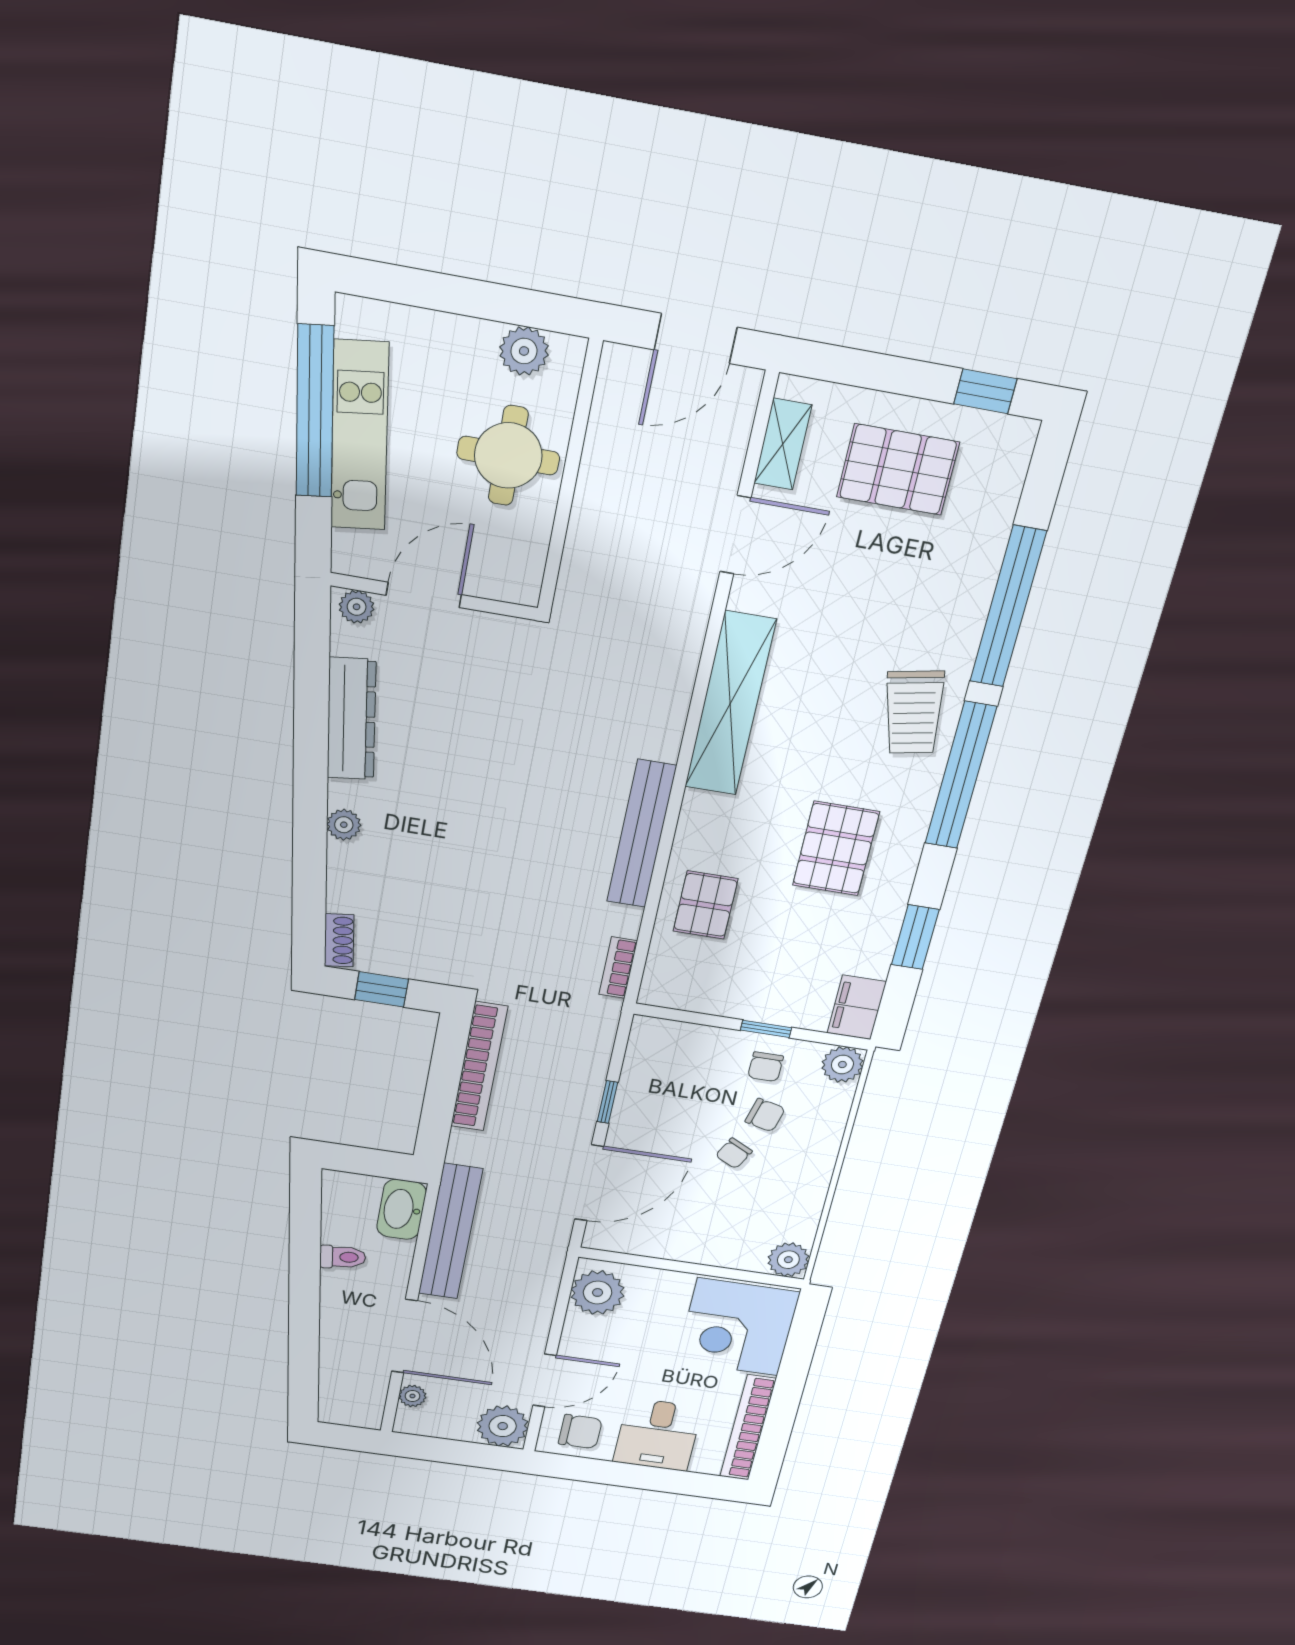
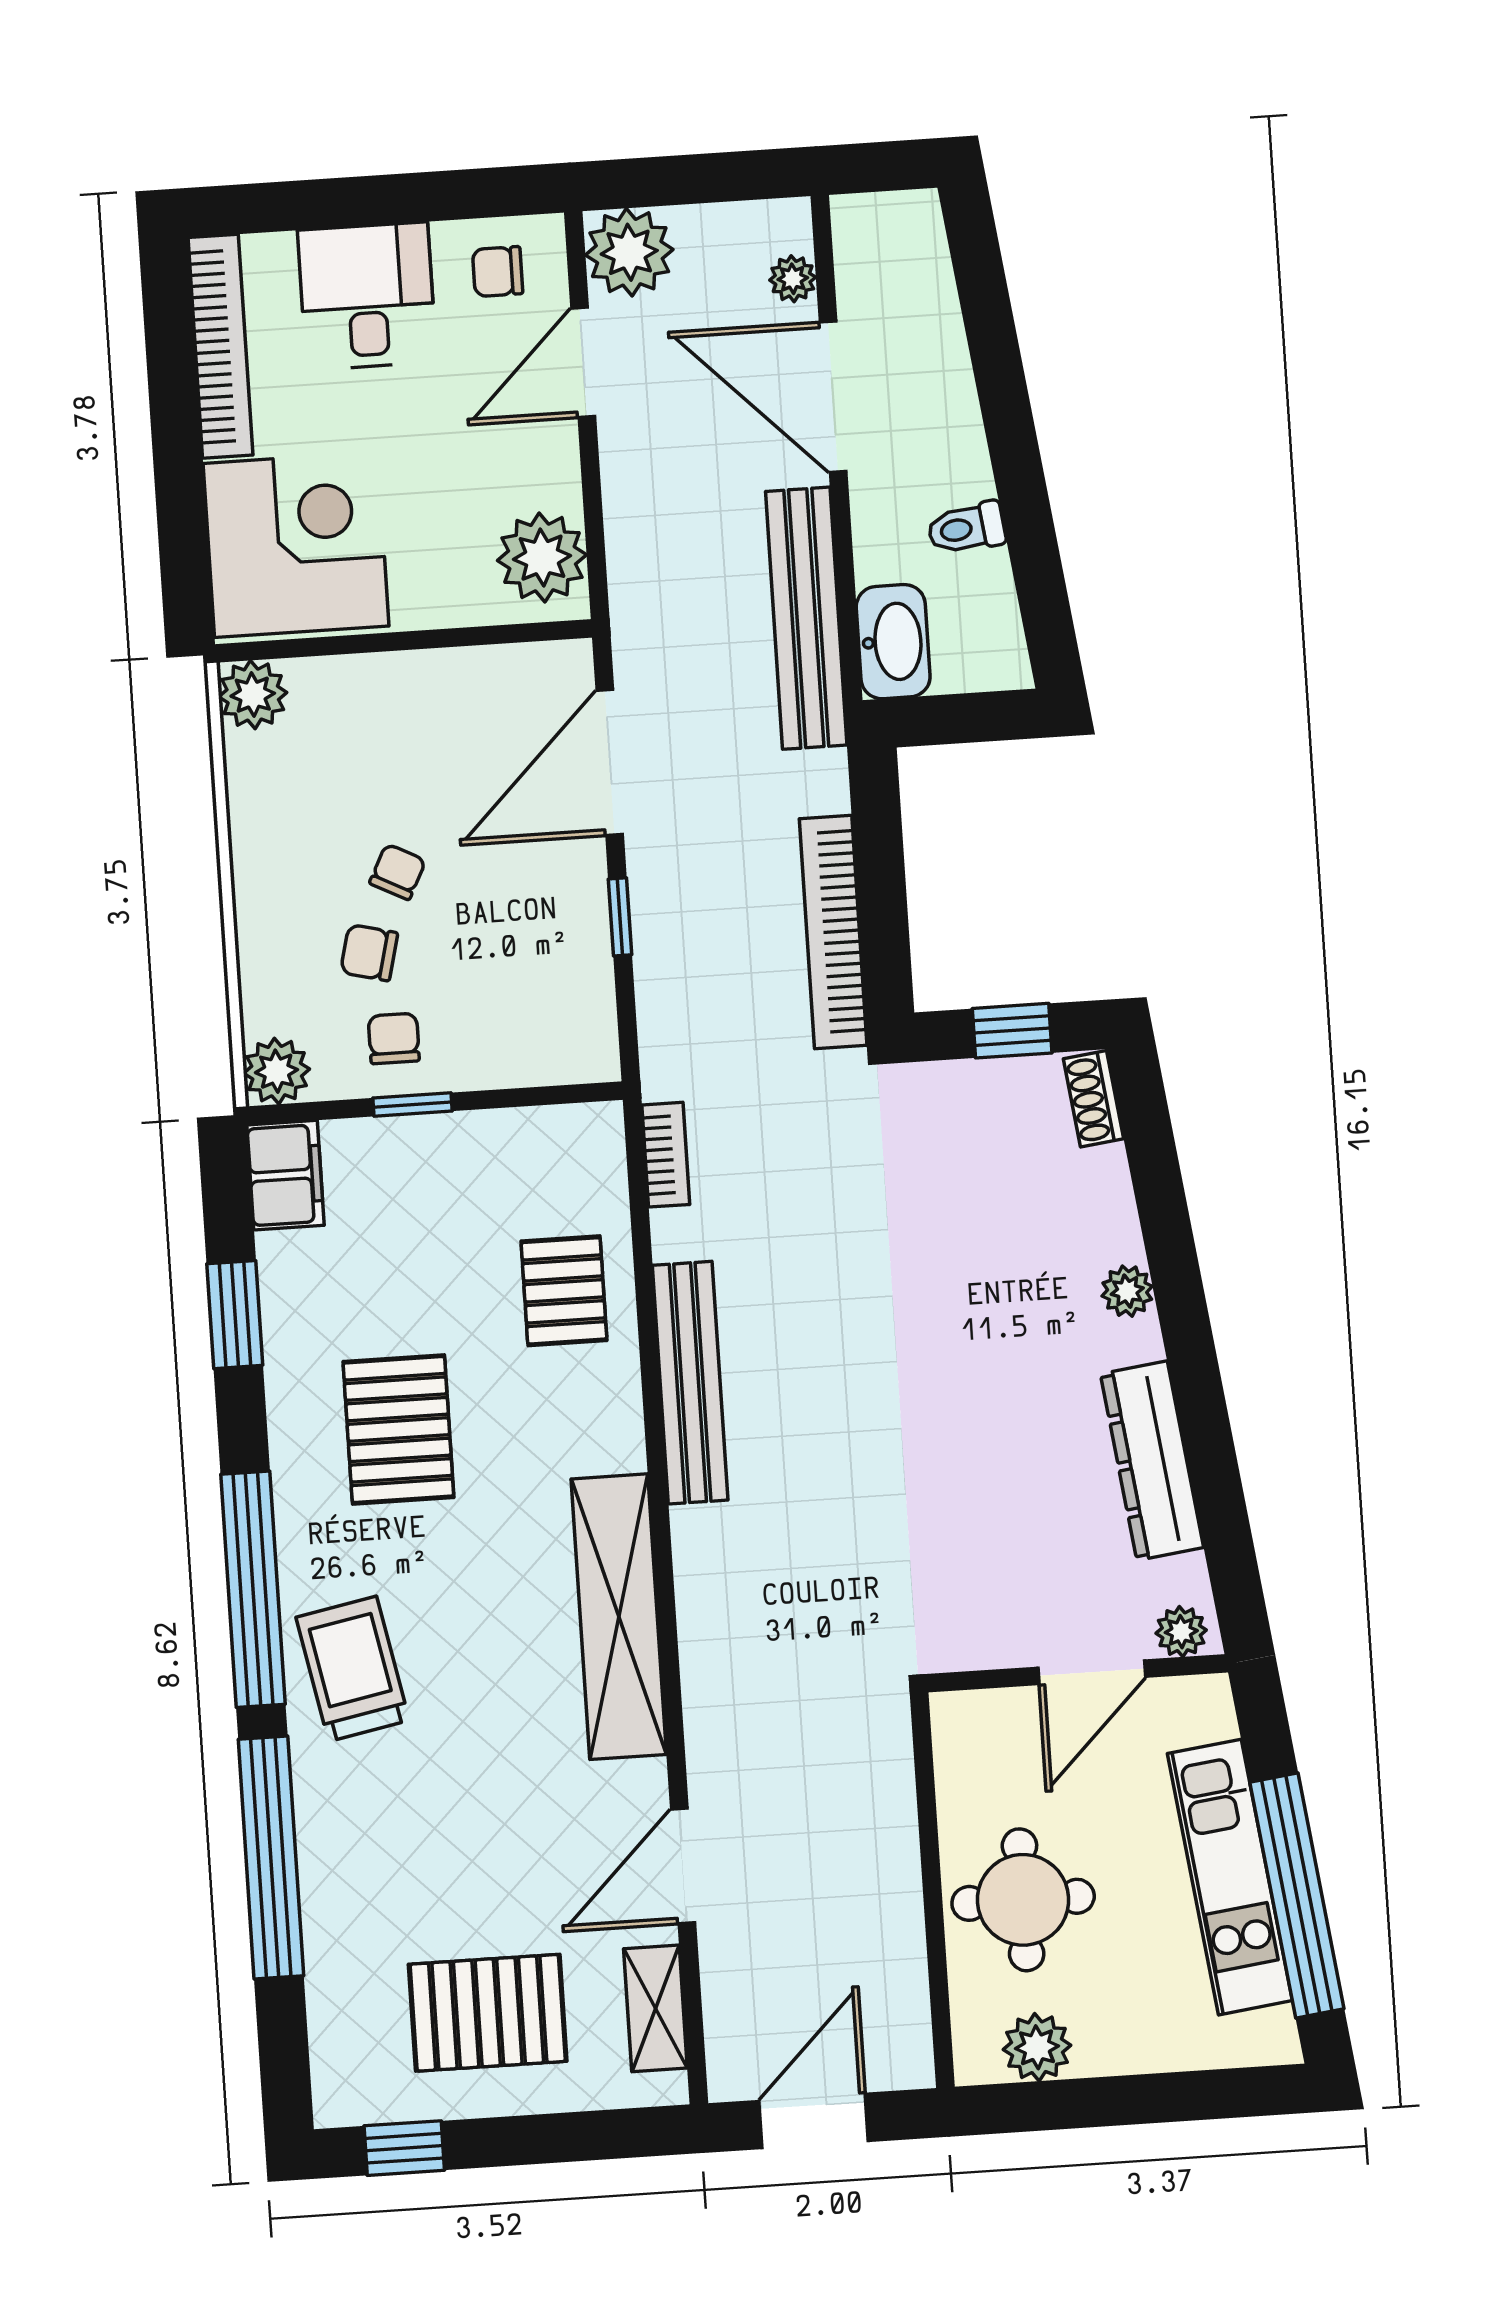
chair: (580, 1432) -> (498, 272), width x0.73, depth x0.73

